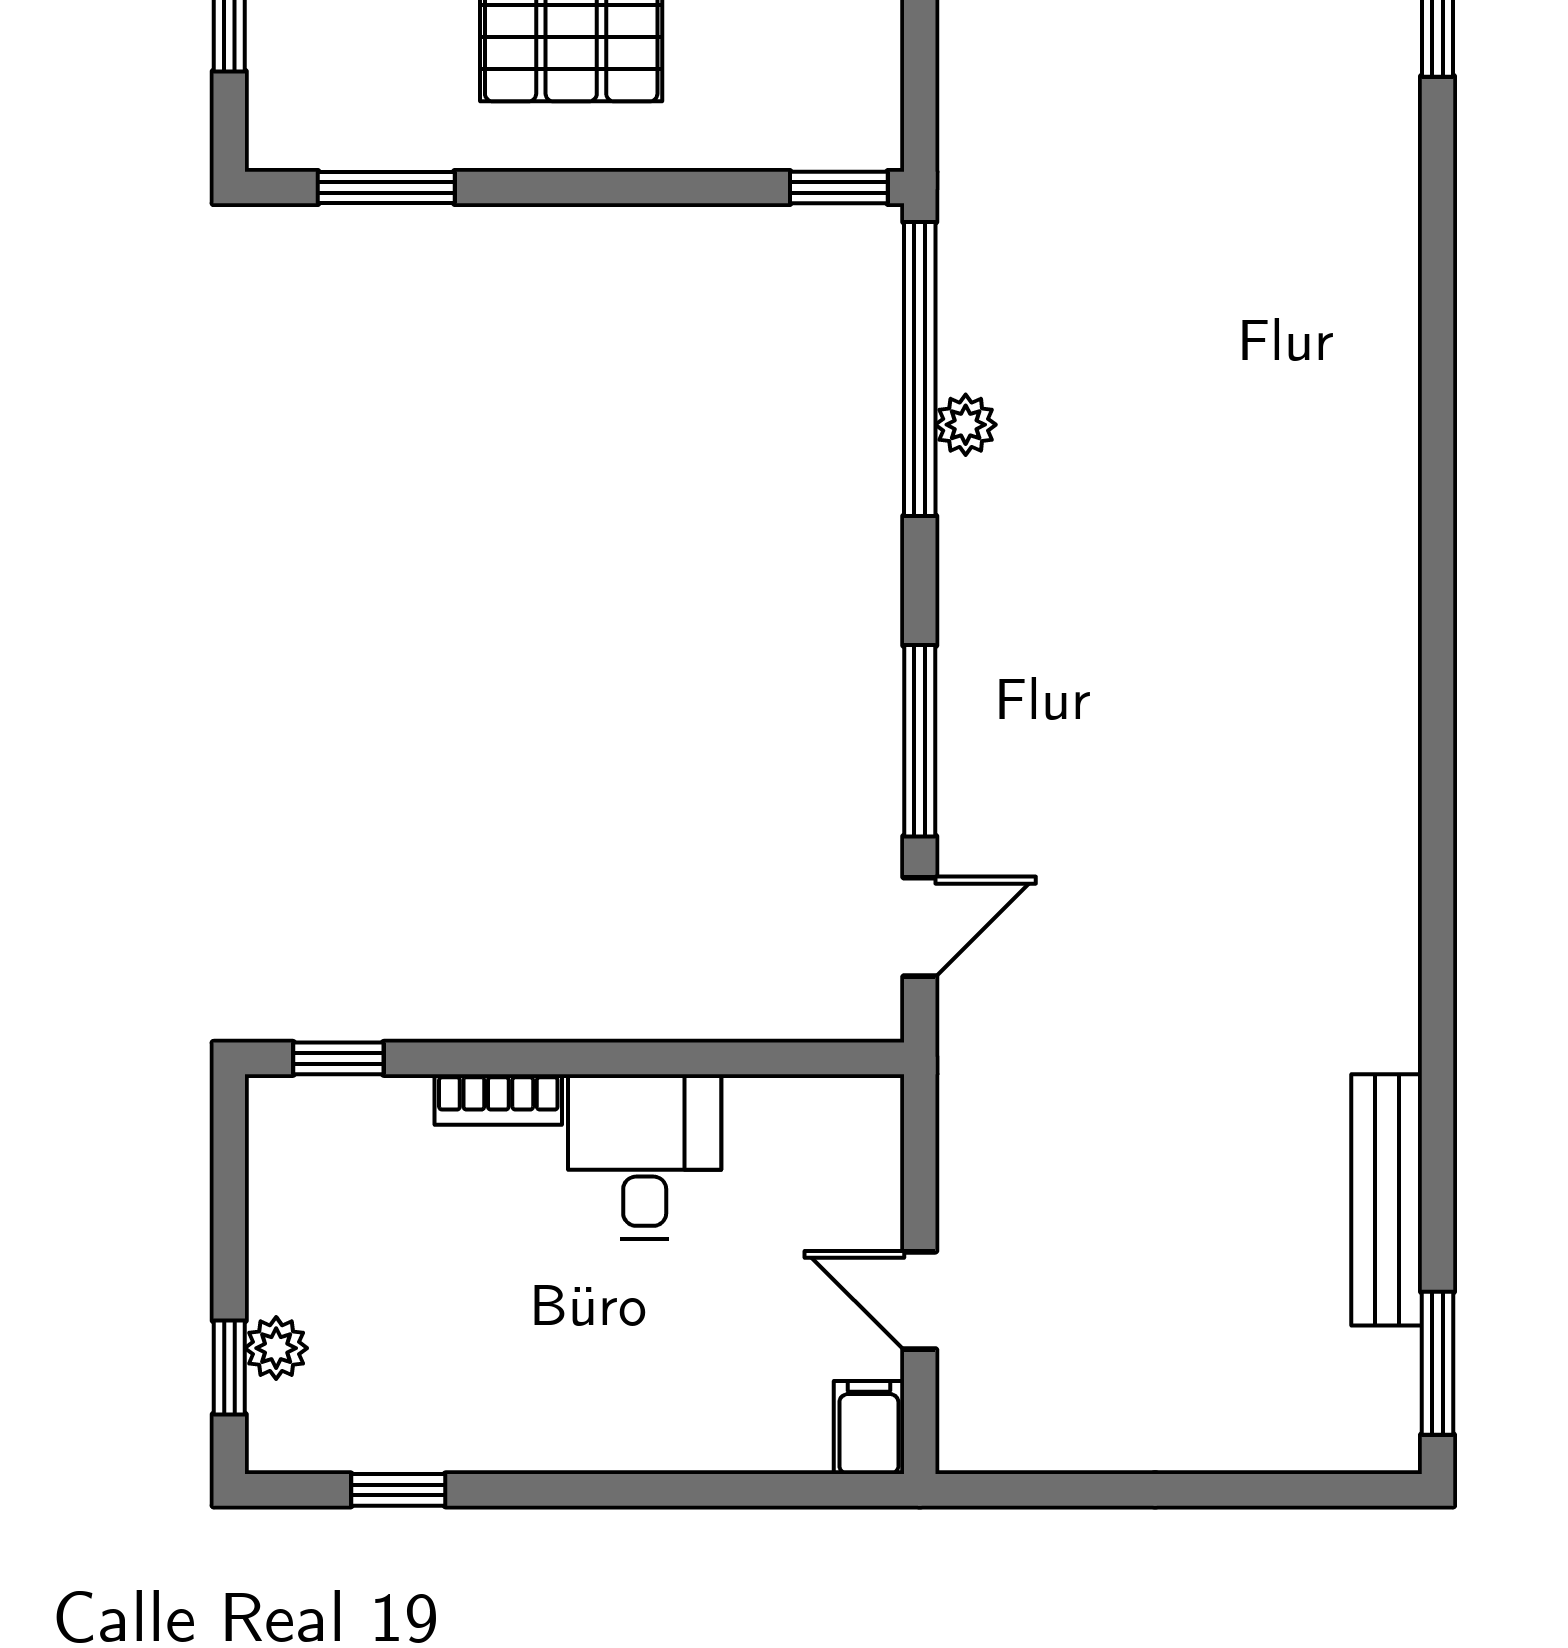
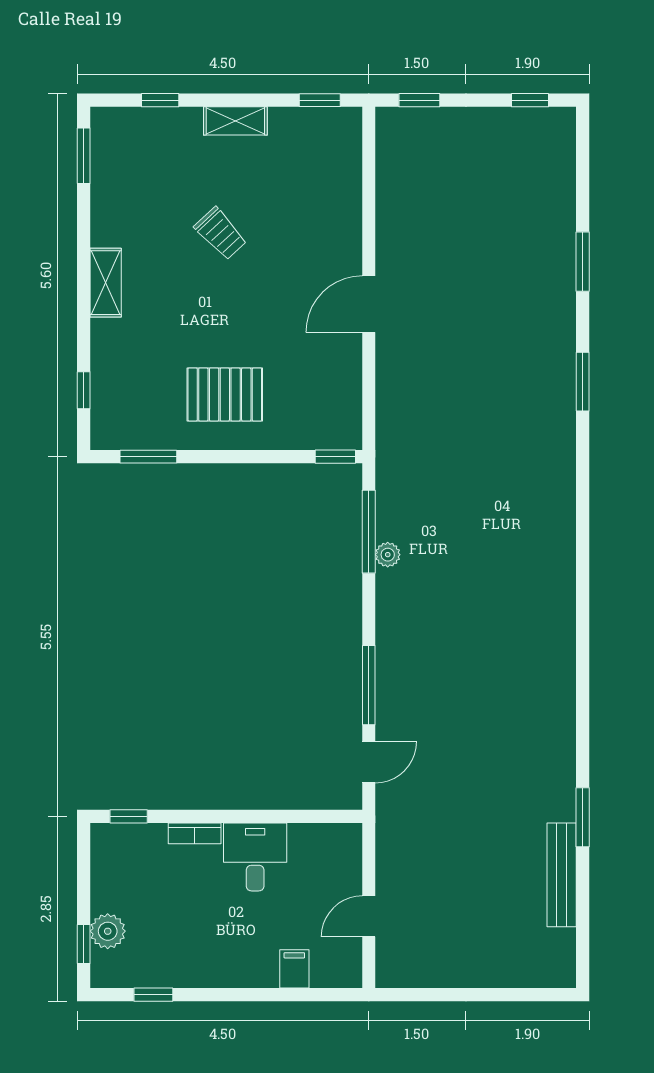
window: (920, 369) -> (369, 532), width x0.68
door: (920, 1300) -> (369, 916), hinge flipped
plant: (276, 1348) -> (108, 931), width x1.38, depth x1.38
window: (1438, 1363) -> (583, 817), moved
filing cabinet: (869, 1428) -> (294, 969), moved

